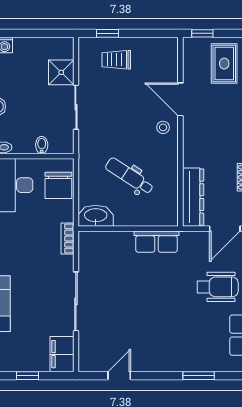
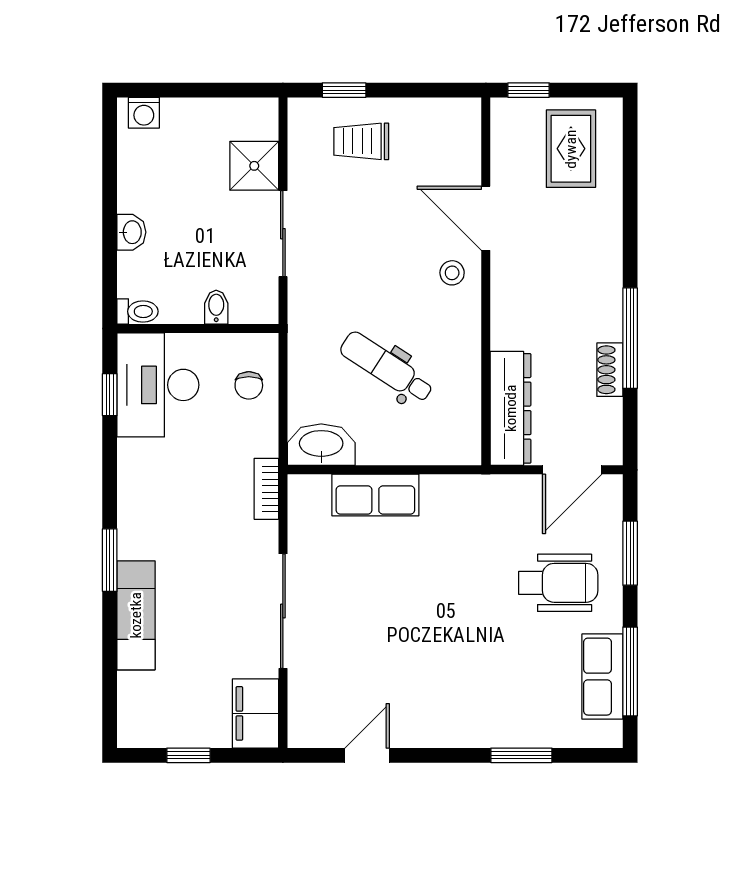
chair: (58, 185) -> (249, 385), width x0.54, depth x0.54
row of seats: (157, 242) -> (375, 495), moved

